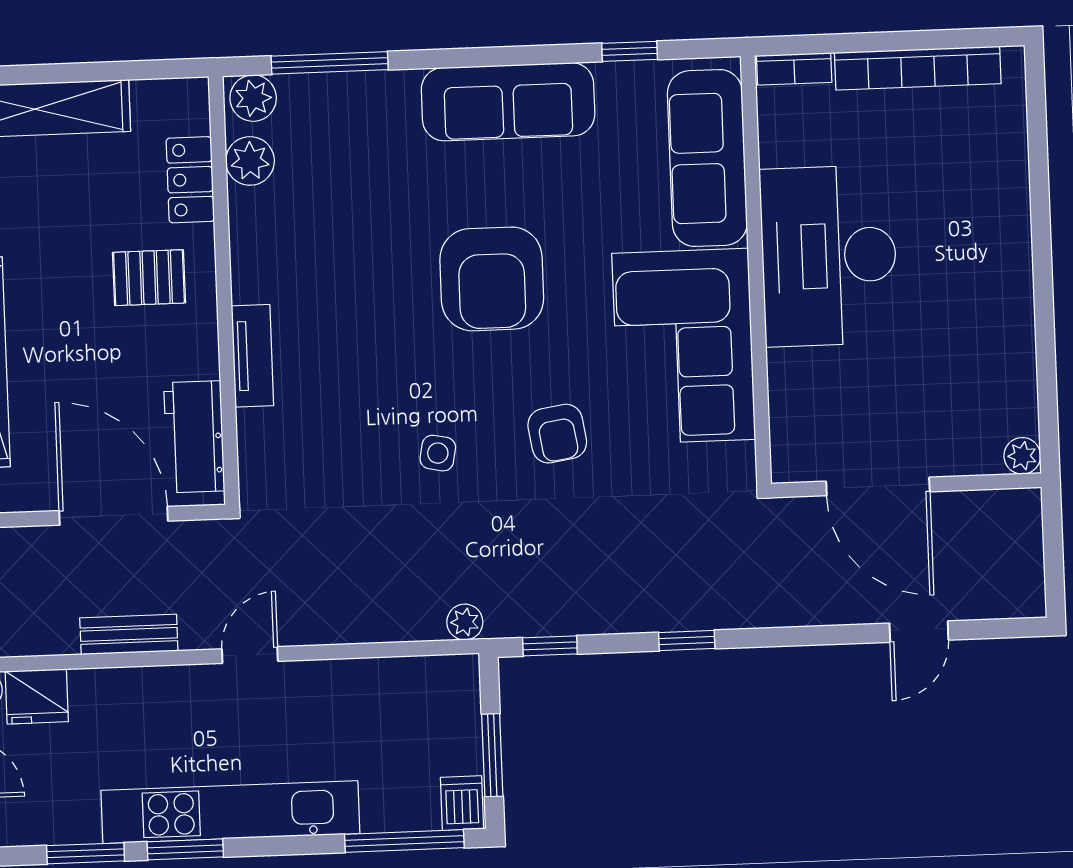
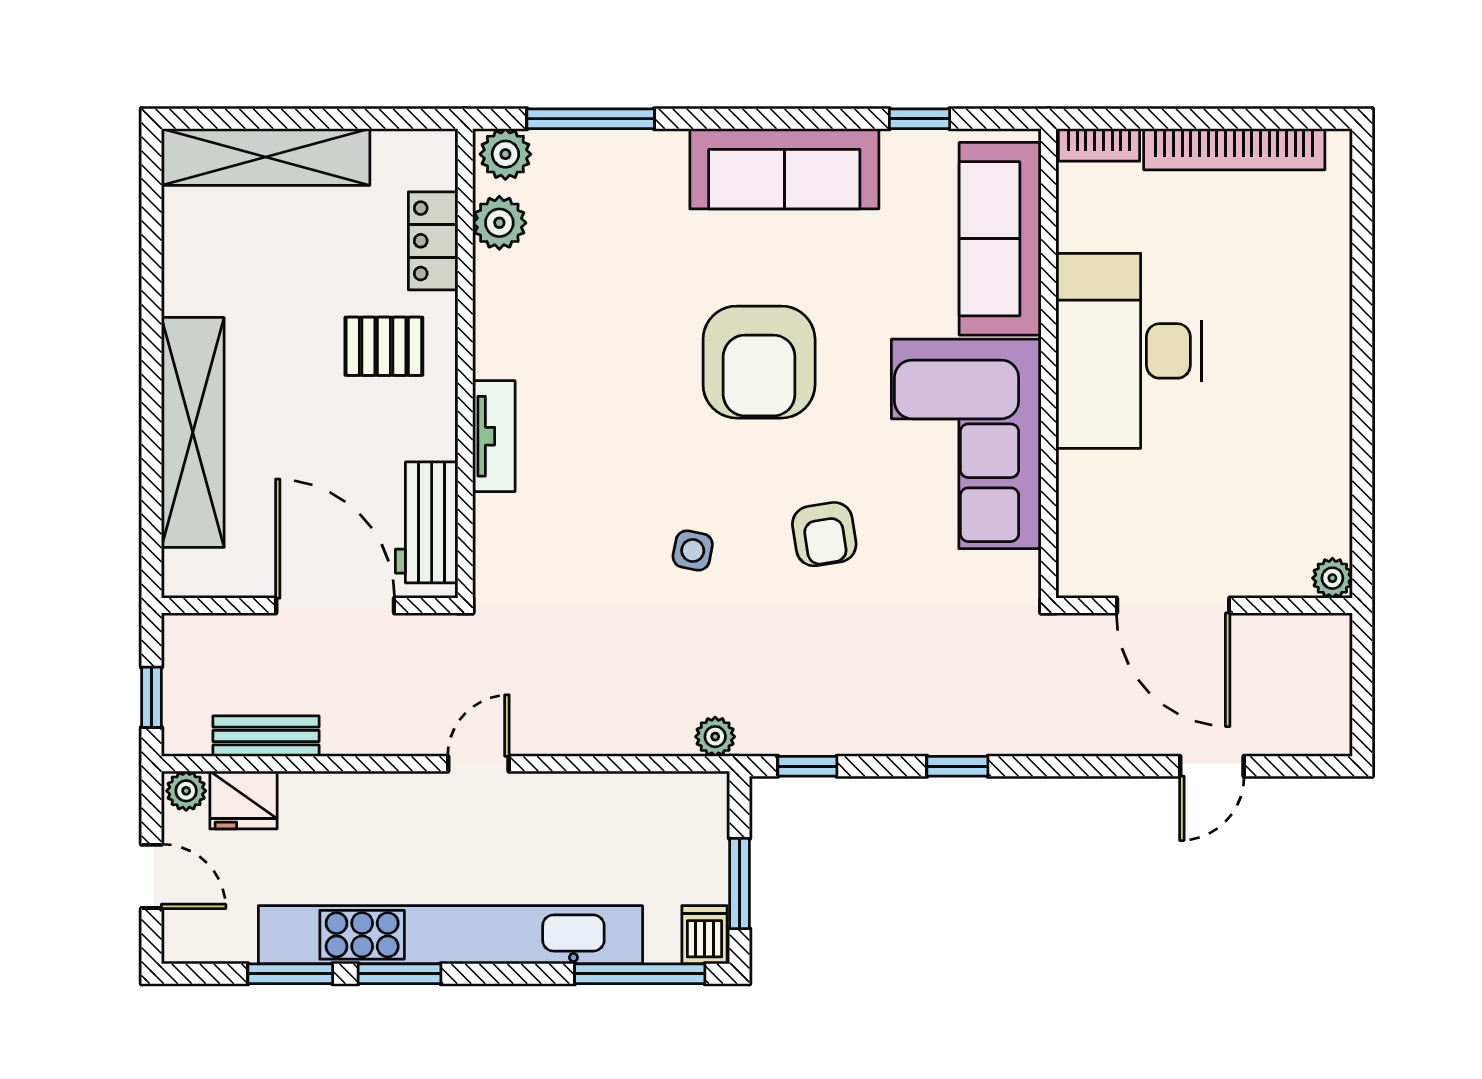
bench: (129, 634) -> (266, 736), moved
kitchen unit: (230, 812) -> (450, 935), width x1.36

